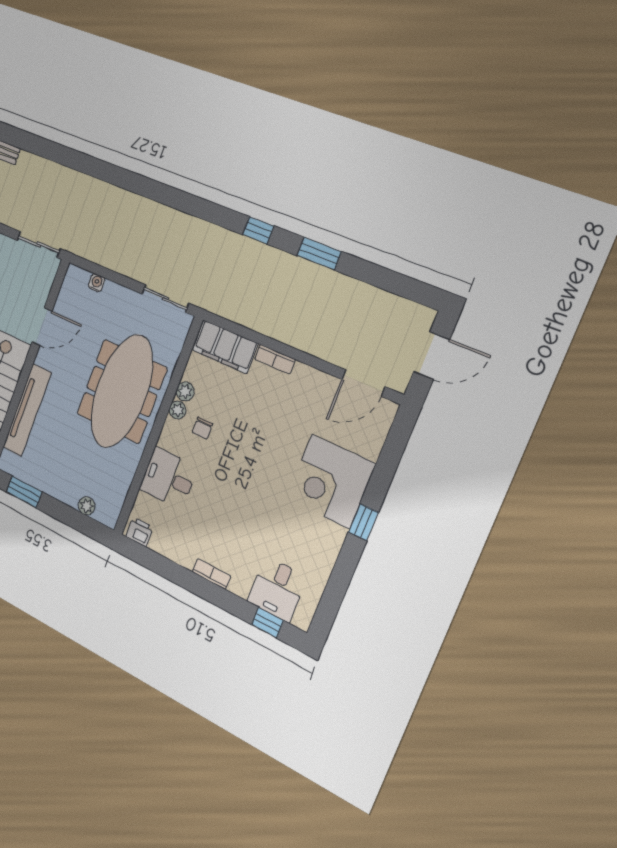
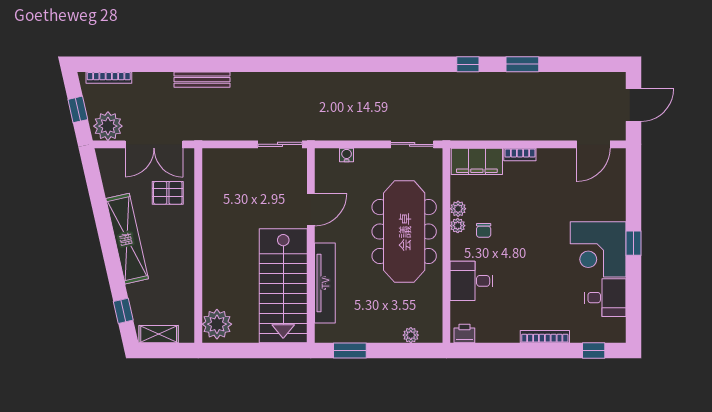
corner desk: (331, 481) -> (598, 249), moved
bookcase: (211, 574) -> (545, 337), width x1.56
desk: (277, 589) -> (605, 298), moved, turned -90

